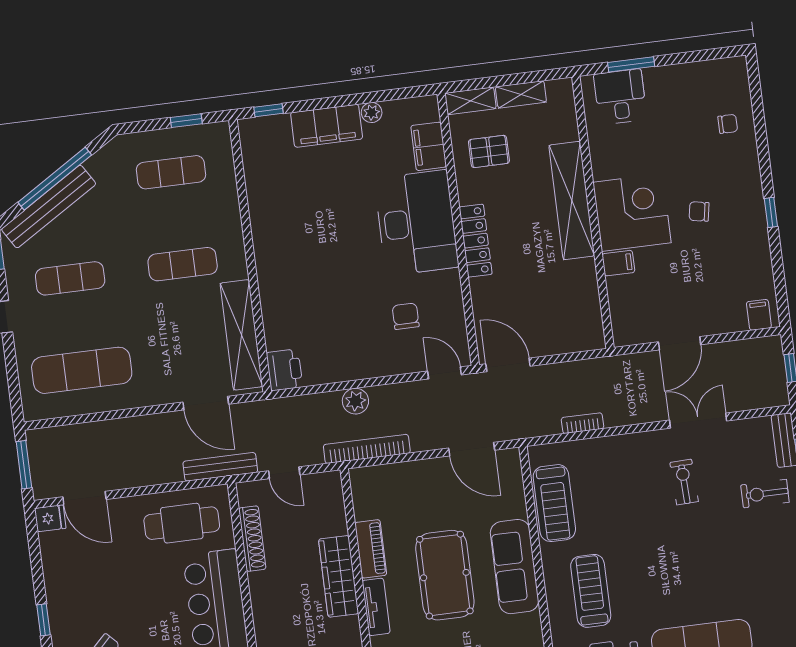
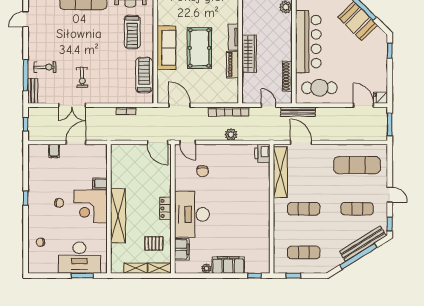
desk: (620, 97) -> (79, 258), width x1.87, depth x1.30
locker: (476, 241) -> (165, 208), width x0.66
filing cabinet: (759, 315) -> (54, 151), moved

